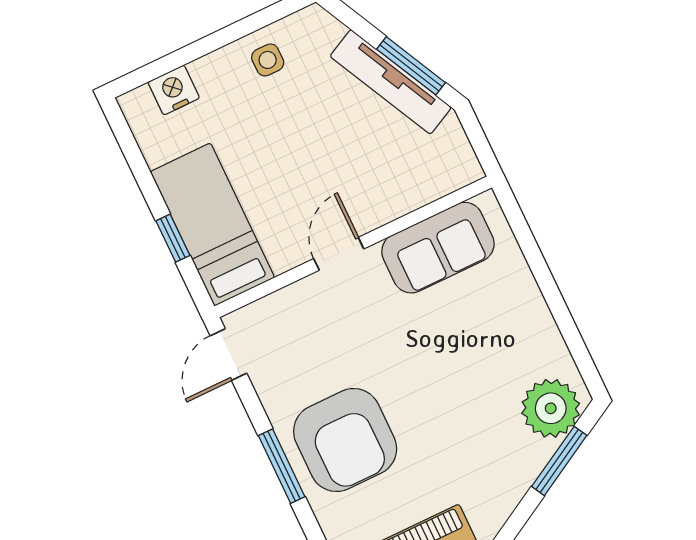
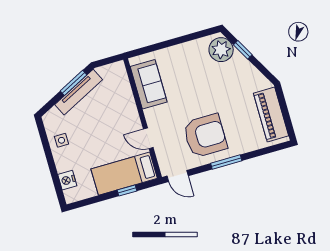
door: (339, 254) -> (148, 138), moved
armchair: (345, 440) -> (205, 136), moved
window: (559, 461) -> (243, 50), width x0.67

